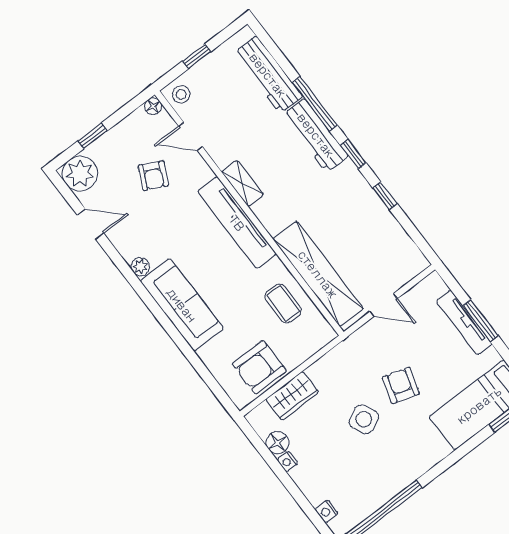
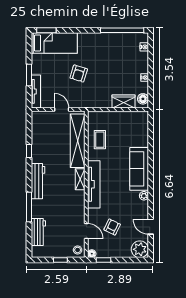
workbench: (268, 75) -> (38, 232), width x0.73
workbench: (316, 135) -> (38, 181), moved
window: (93, 136) -> (103, 260), moved
window: (353, 154) -> (29, 177), removed
shelving: (242, 183) -> (80, 179), moved
tv unit: (464, 323) -> (36, 91), moved
armchair: (259, 367) -> (128, 122), removed
side table: (364, 419) -> (103, 71), removed
floor lamp: (278, 443) -> (143, 99), moved

